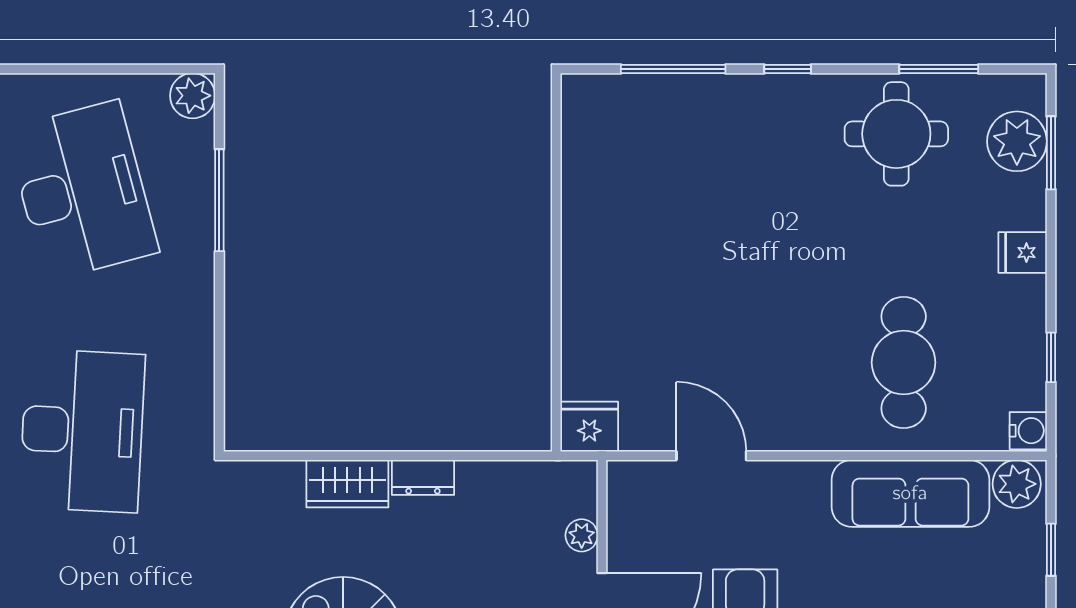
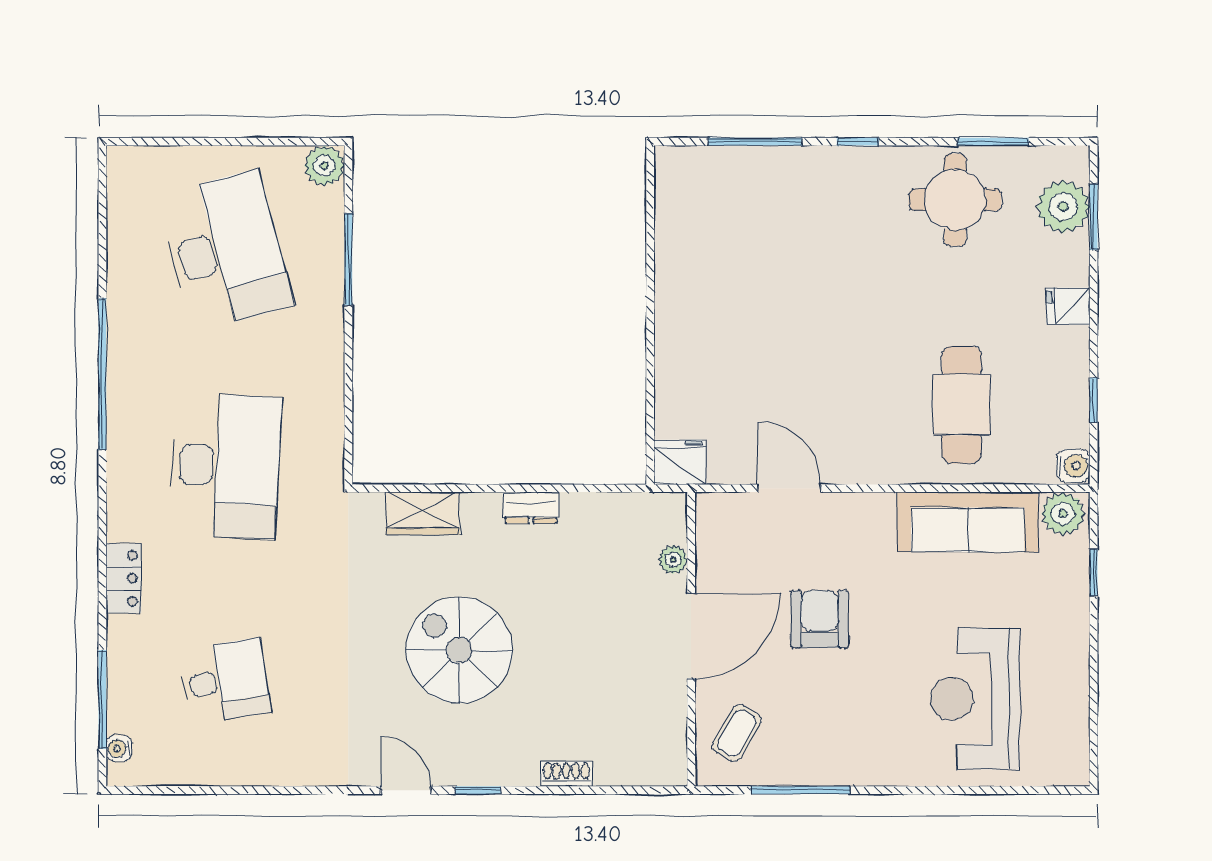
wardrobe: (347, 484) -> (423, 513), moved

